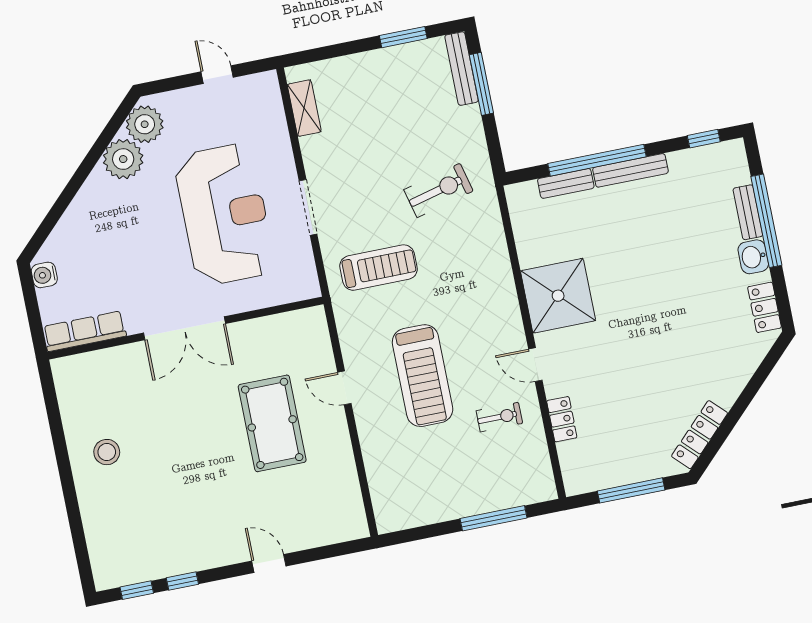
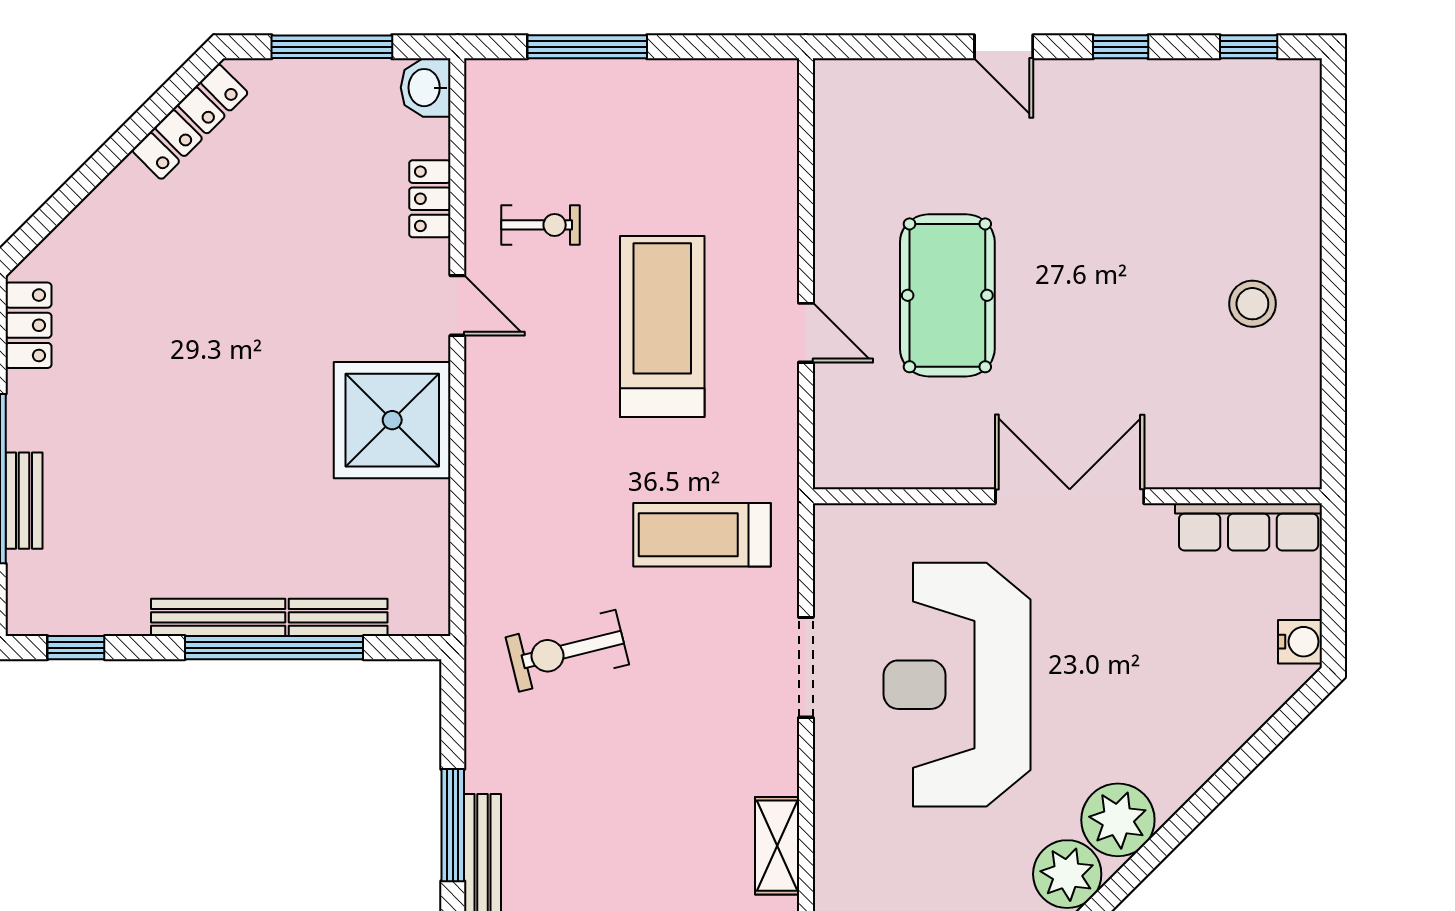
washbasin: (753, 257) -> (426, 88), moved, turned 180
exercise bike: (499, 417) -> (540, 225), turned 180
window: (182, 581) -> (1121, 47), moved

